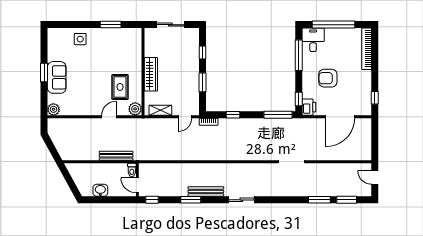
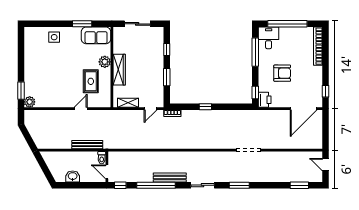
window: (44, 72) -> (21, 91), moved
sofa: (57, 77) -> (96, 35), moved, turned 90
armchair: (328, 78) -> (282, 73), turned 180
plant: (135, 109) -> (105, 62), moved
window: (233, 115) -> (205, 107), moved
window: (278, 115) -> (236, 107), removed
door: (340, 117) -> (304, 109), moved
window: (191, 200) -> (156, 185), width x2.11
window: (319, 200) -> (239, 185), moved

